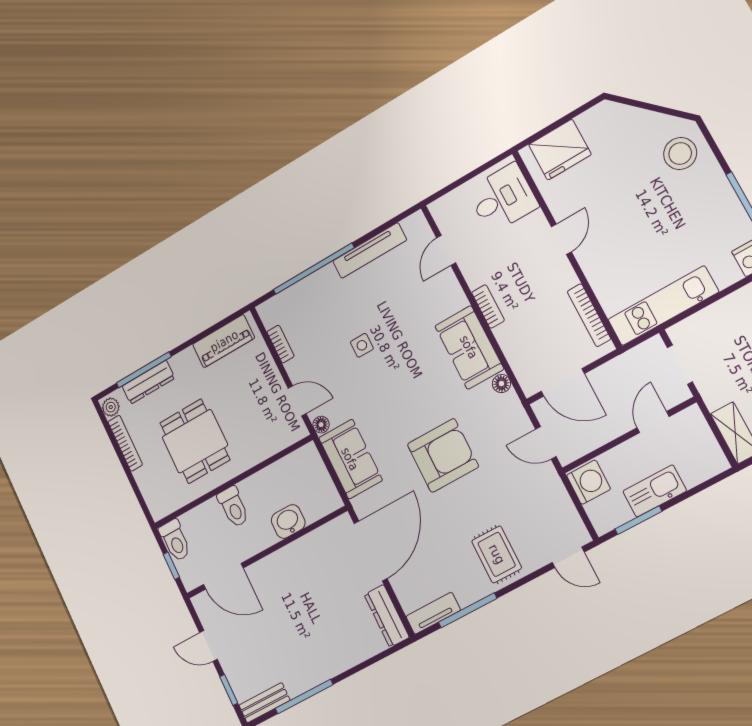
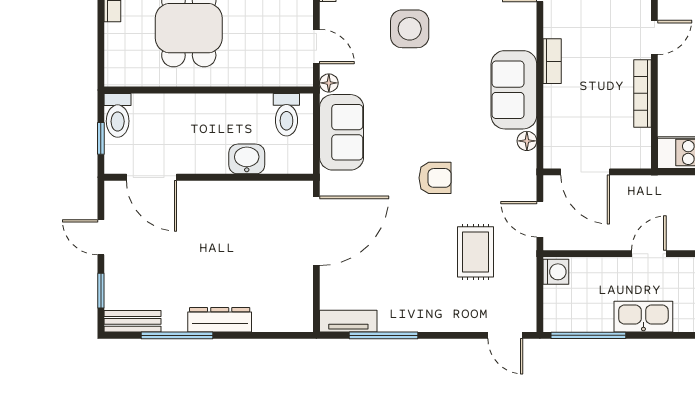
bookcase: (589, 315) -> (642, 93), moved
side table: (362, 345) -> (410, 29), width x1.87, depth x1.87
armchair: (443, 455) -> (435, 178), width x0.53, depth x0.53
washing machine: (589, 482) -> (556, 272), width x0.73, depth x0.73
kitchen sink: (655, 491) -> (643, 317), moved
toilet: (233, 507) -> (286, 115), moved
window: (638, 520) -> (588, 335), width x1.44
rug: (497, 554) -> (476, 252), moved
dresser: (387, 616) -> (220, 320), moved, turned 90

